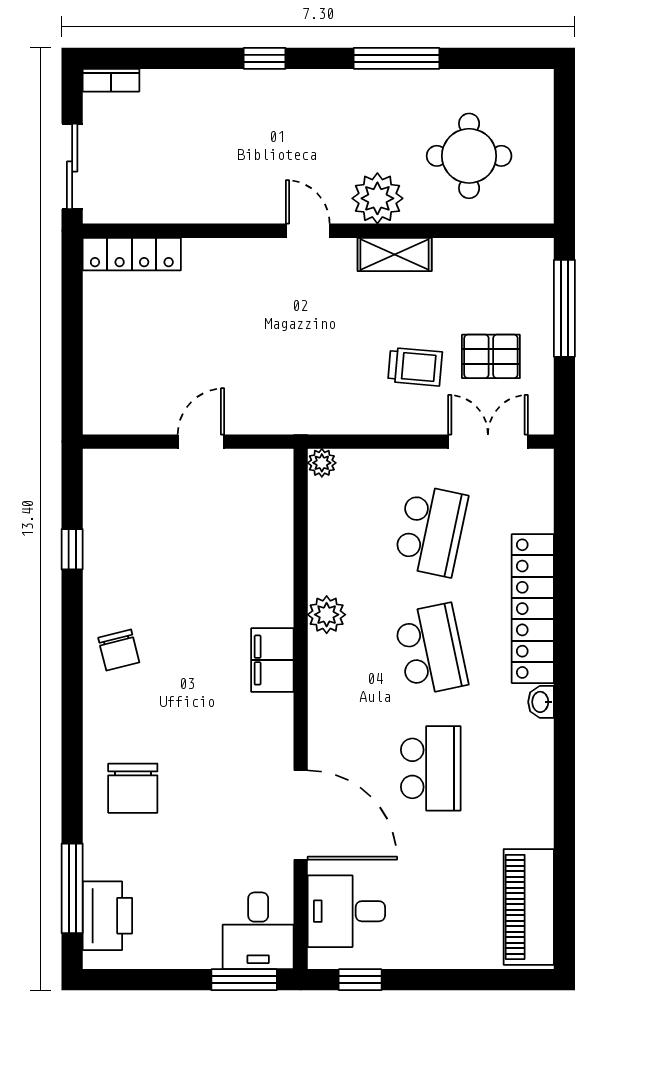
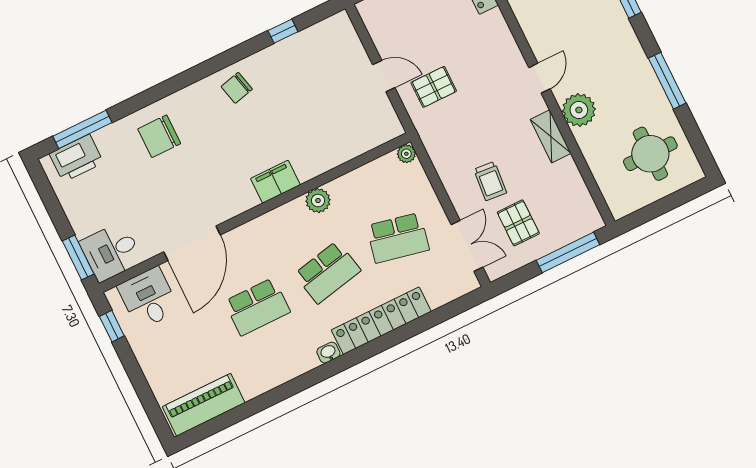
round table: (469, 156) -> (650, 154), moved
pallet: (249, 381) -> (434, 87), added

